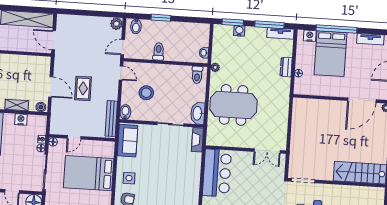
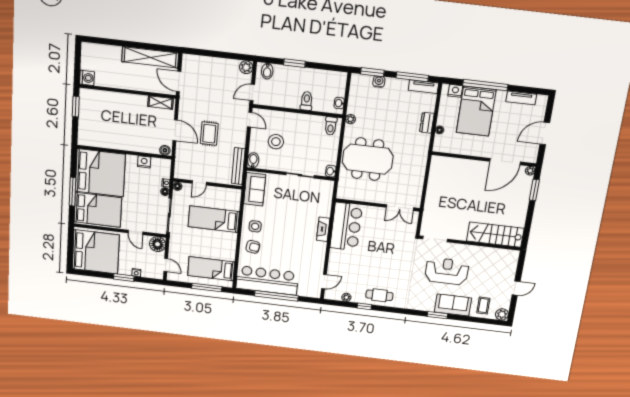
toilet: (159, 51) -> (307, 101), moved
shelving: (17, 105) -> (160, 102), moved
washbasin: (198, 113) -> (331, 171), width x0.52, depth x0.69
fireplace: (197, 140) -> (323, 229), moved
bed: (89, 173) -> (214, 219), width x0.67

